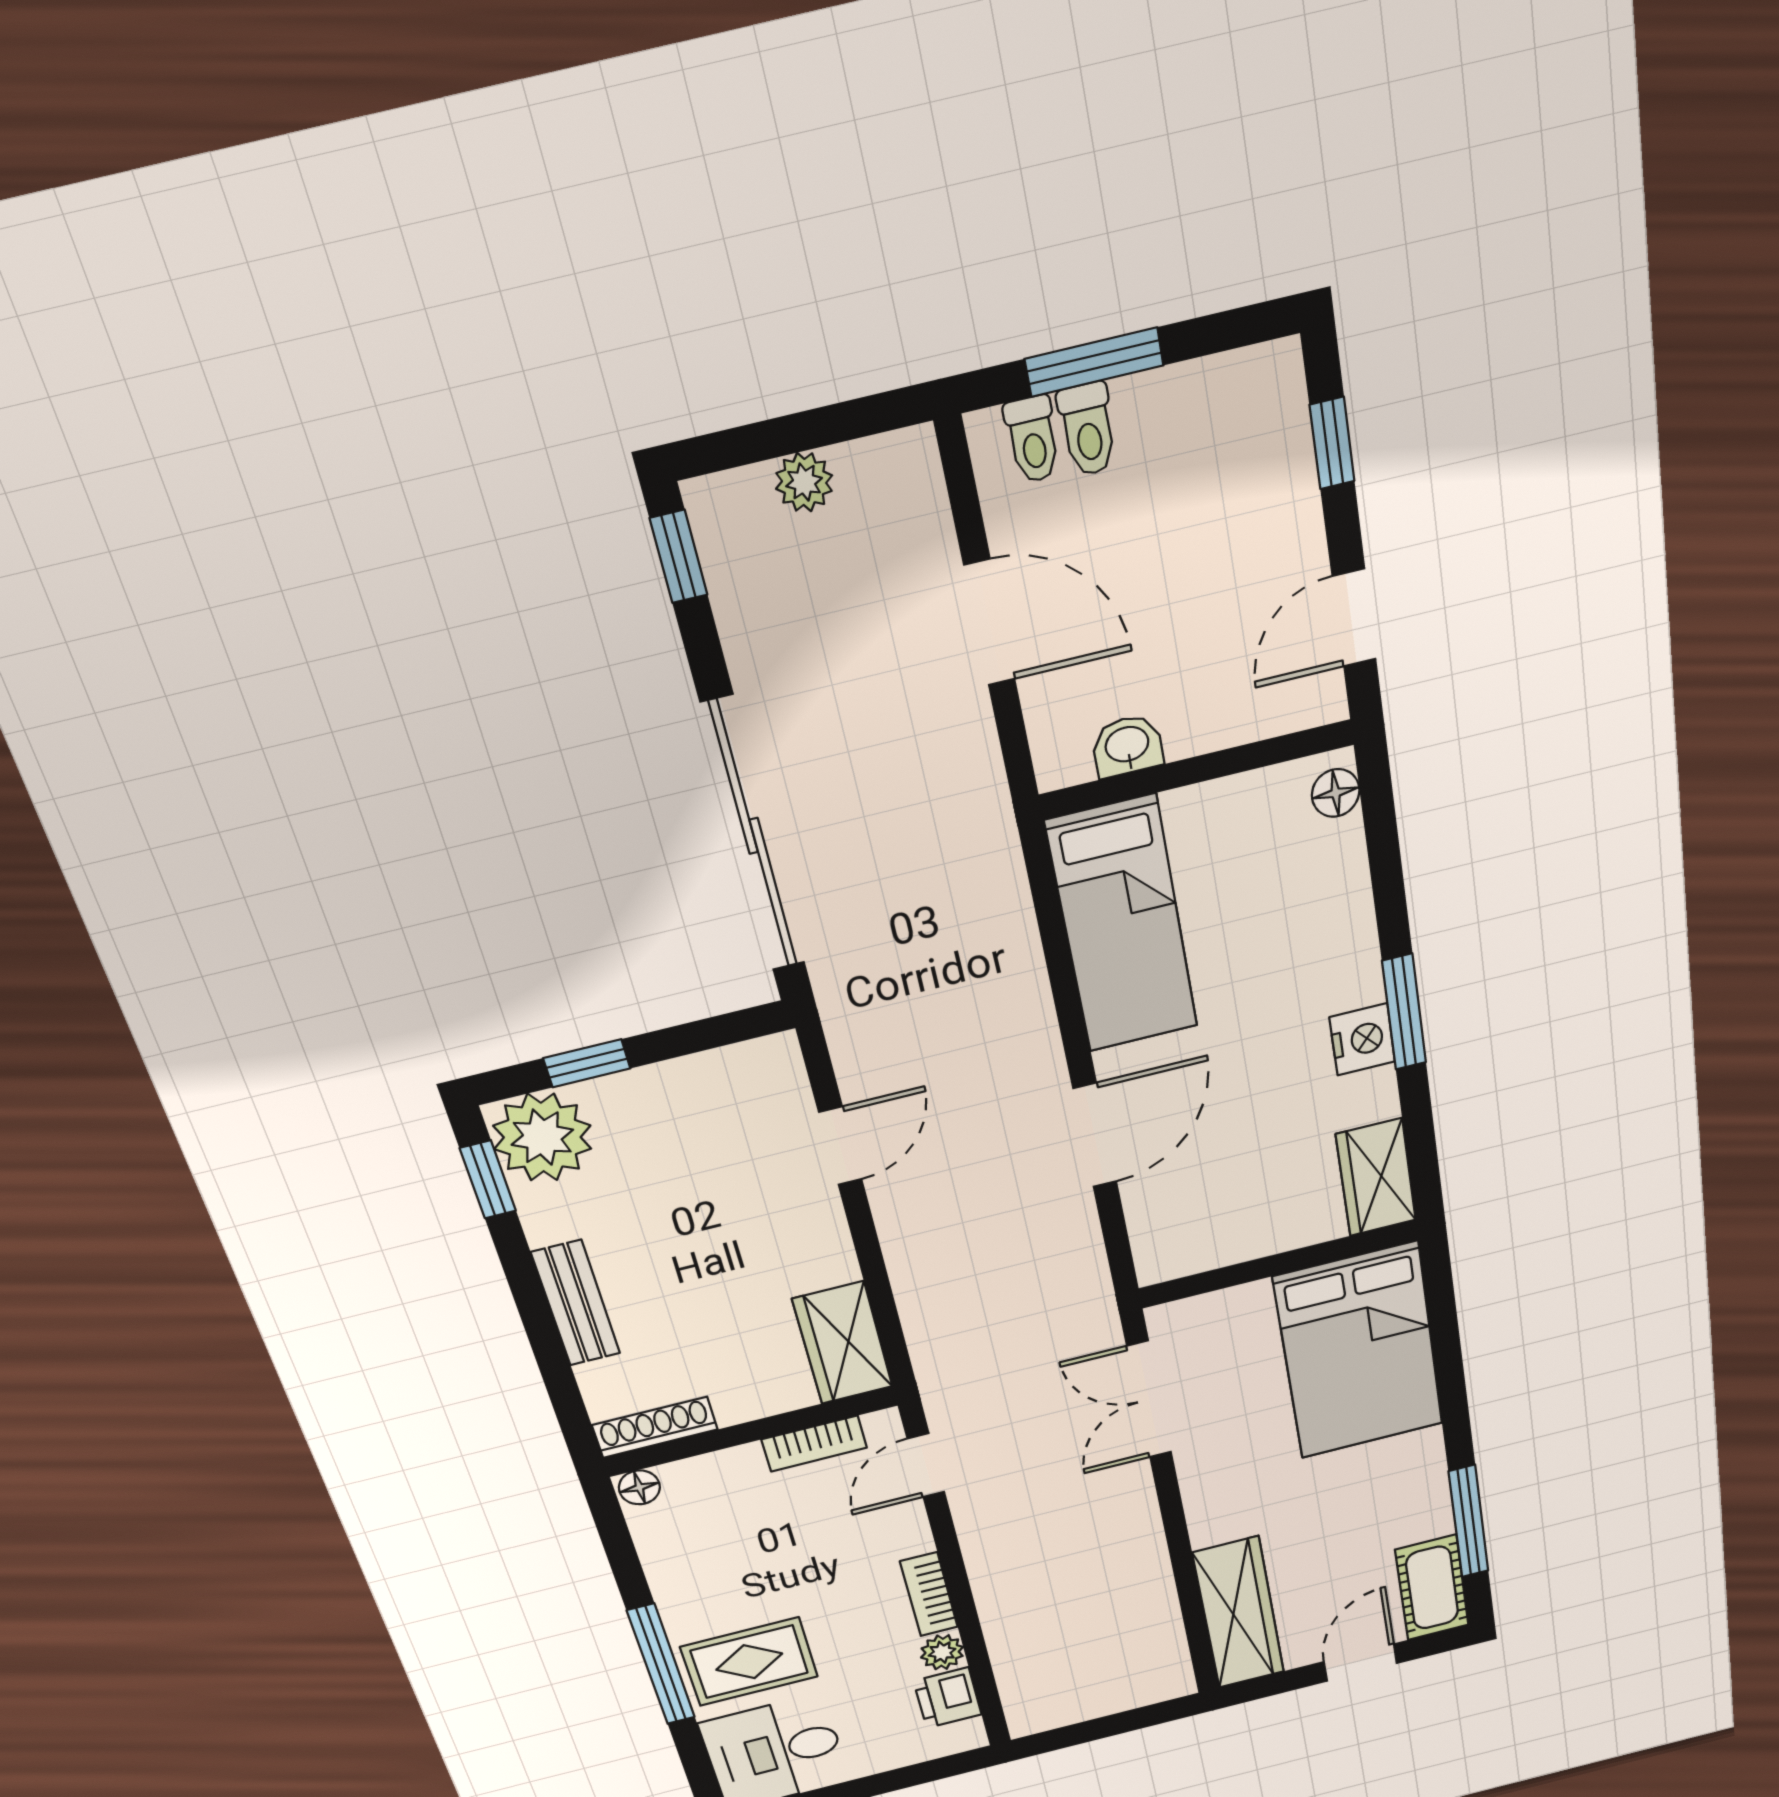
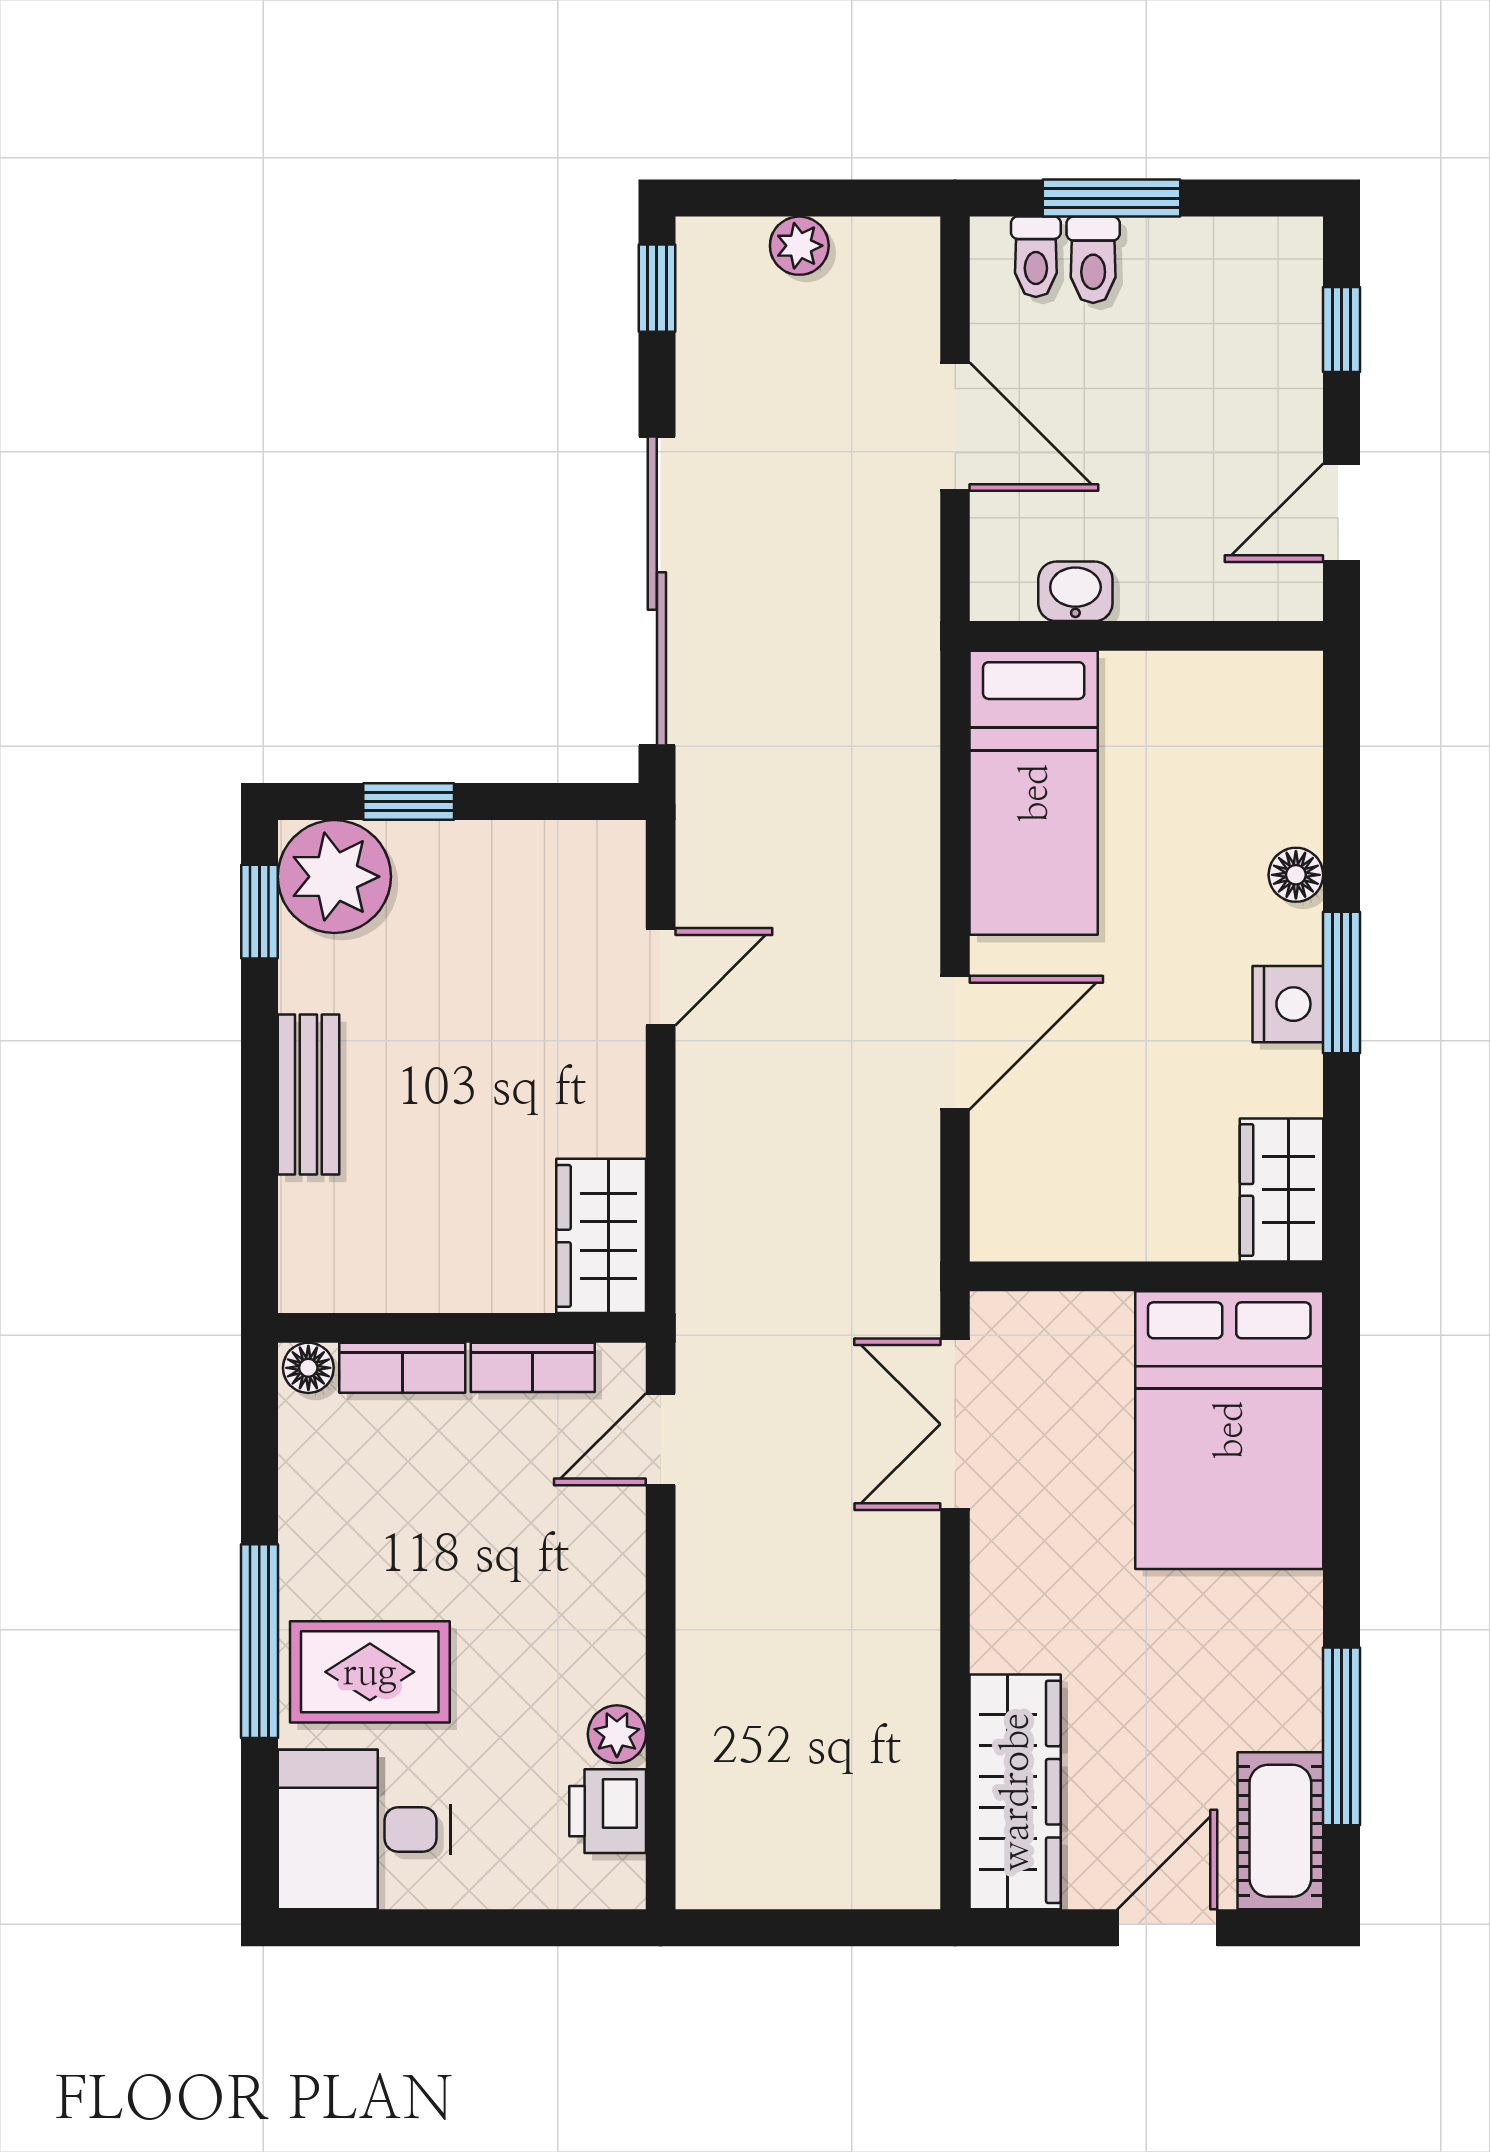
floor lamp: (1336, 793) -> (1296, 875), moved
shoe rack: (655, 1427) -> (351, 1288), removed
bookcase: (929, 1594) -> (402, 1368), moved, turned -90

